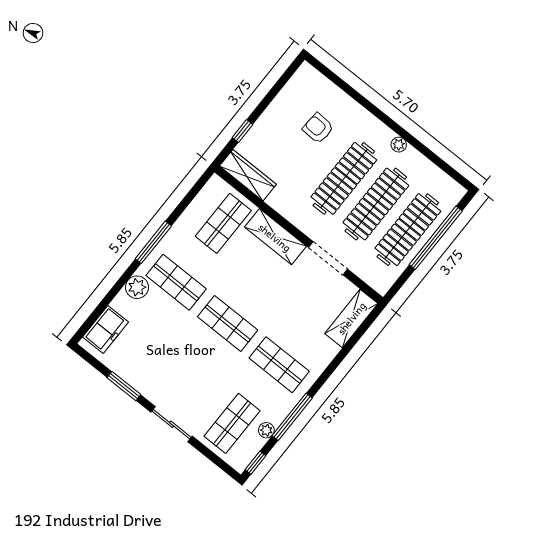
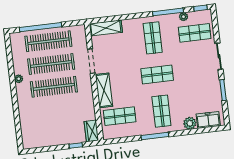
armchair: (318, 128) -> (44, 117), removed
wardrobe: (248, 175) -> (91, 131), width x0.67
plant: (137, 287) -> (190, 123), moved
shop shelf: (228, 323) -> (157, 74), turned 90

